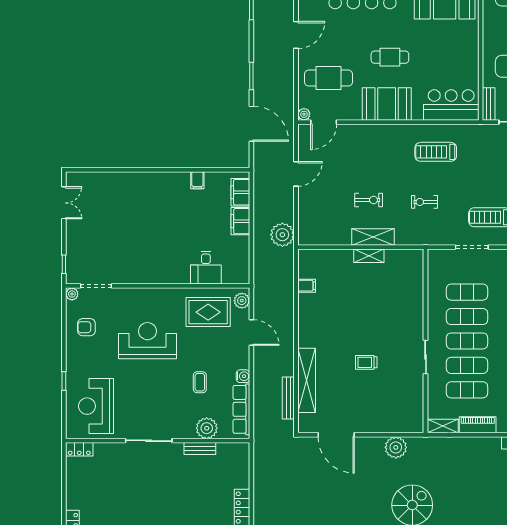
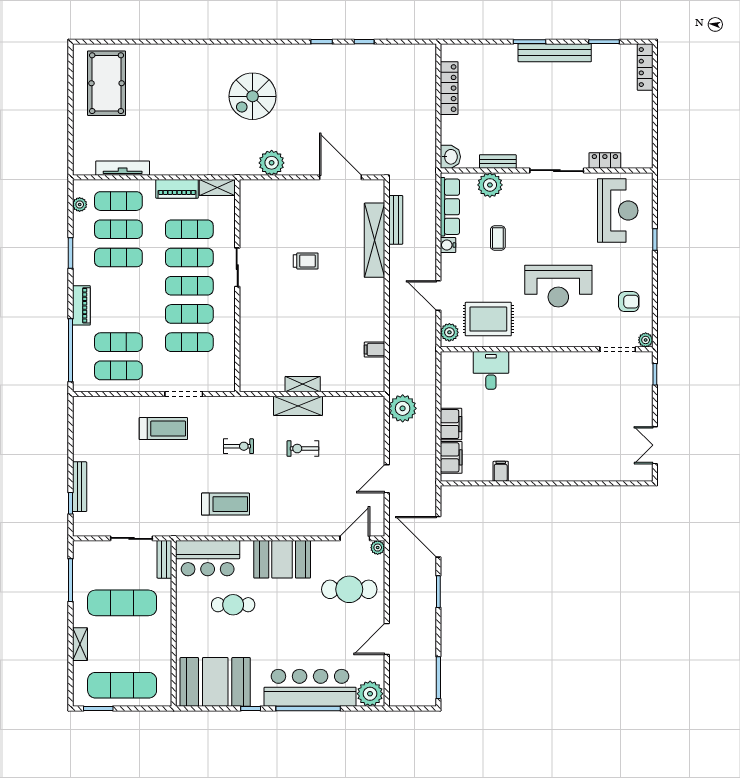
cafe table: (390, 57) -> (233, 605), moved
locker: (79, 449) -> (605, 161), moved
washbasin: (241, 453) -> (450, 157), added

